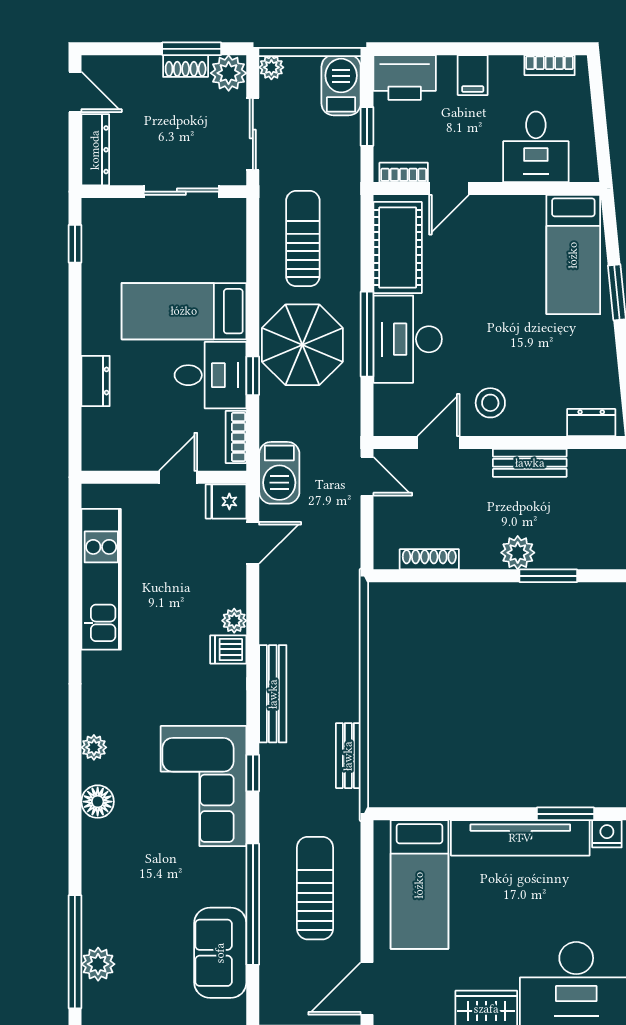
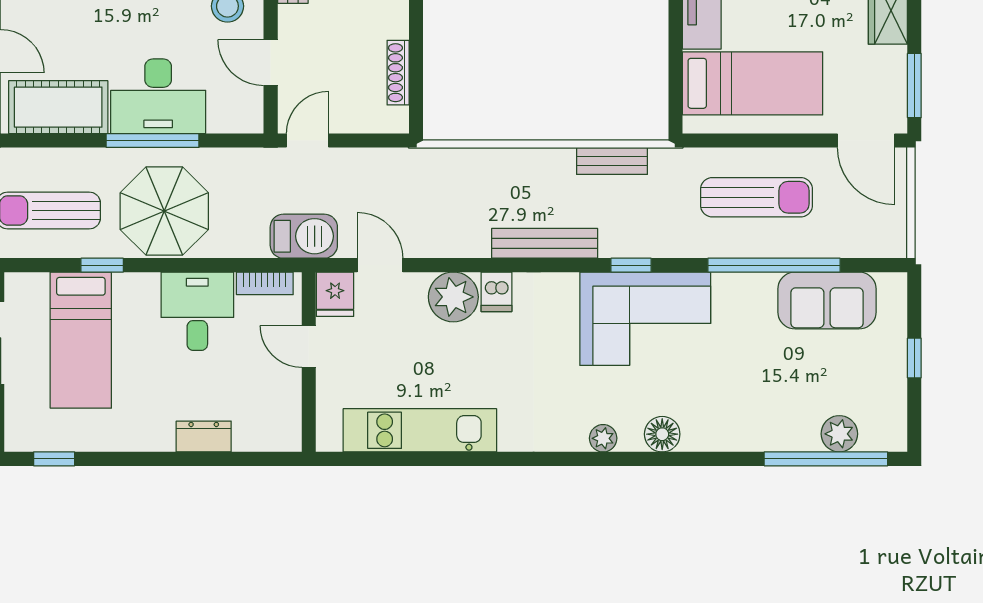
bed: (184, 311) -> (81, 340), moved
window: (253, 376) -> (102, 265), moved
plant: (234, 621) -> (453, 297), width x1.88, depth x1.88
sun lounger: (315, 888) -> (757, 197), turned 180

